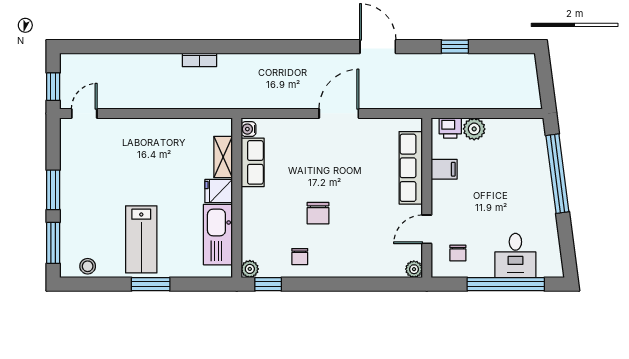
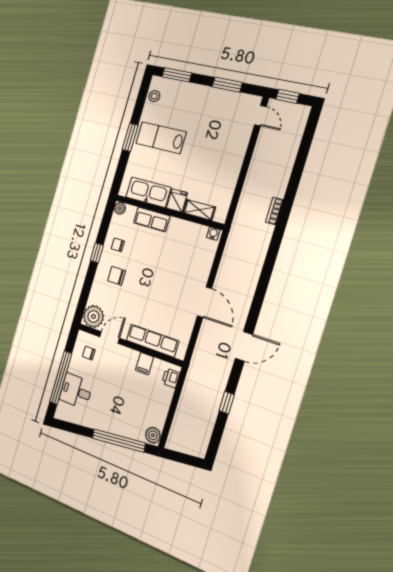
plant: (474, 129) -> (153, 435), moved
row of seats: (253, 162) -> (152, 219), moved
window: (53, 190) -> (227, 85), moved
chair: (318, 213) -> (117, 276), moved
door: (427, 229) -> (110, 337), hinge flipped
plant: (414, 269) -> (93, 316), width x1.88, depth x1.88
window: (268, 284) -> (97, 253), moved

